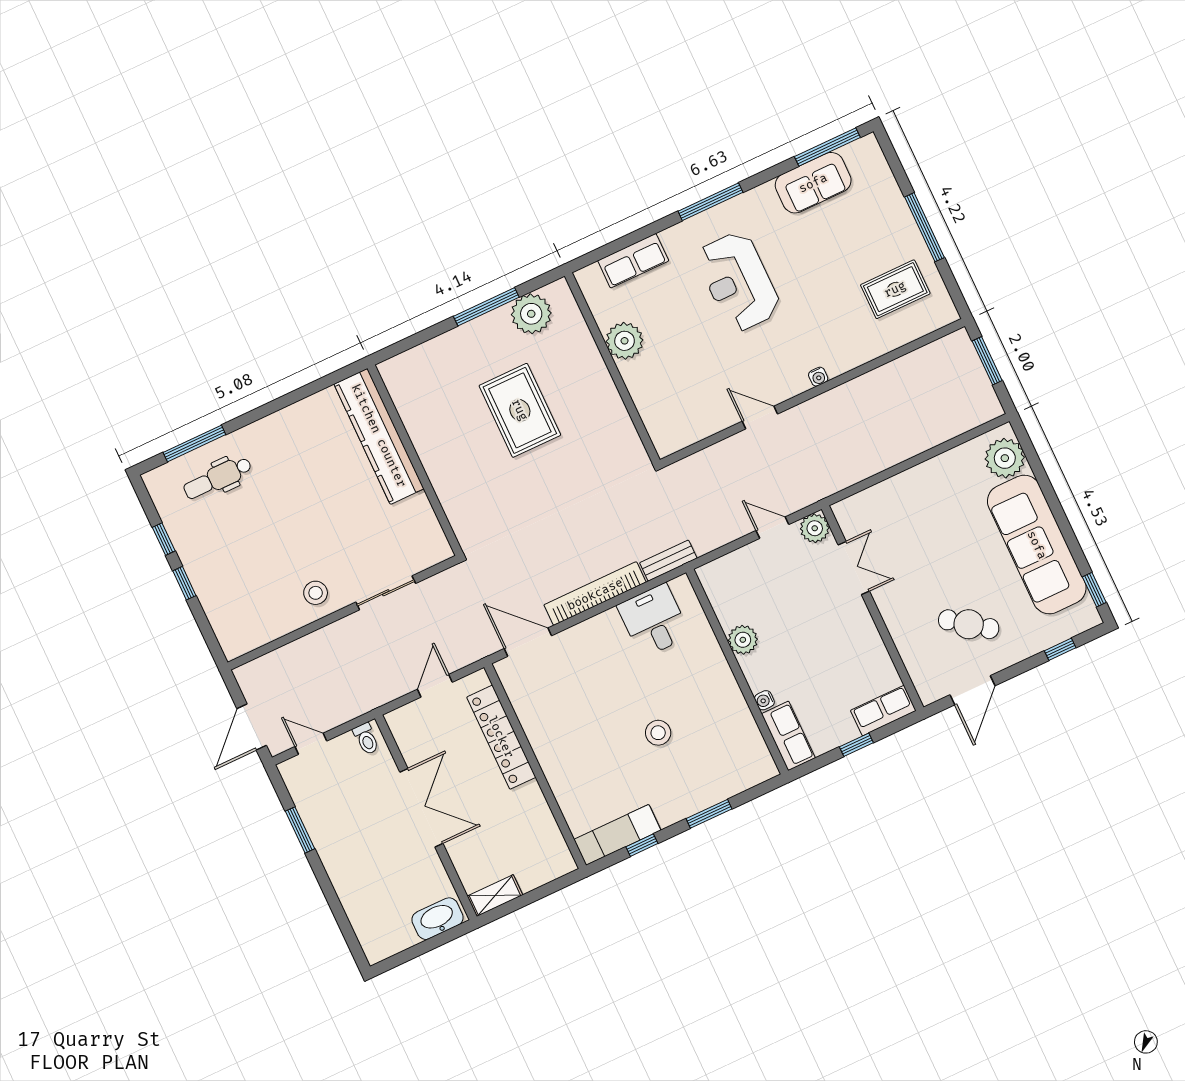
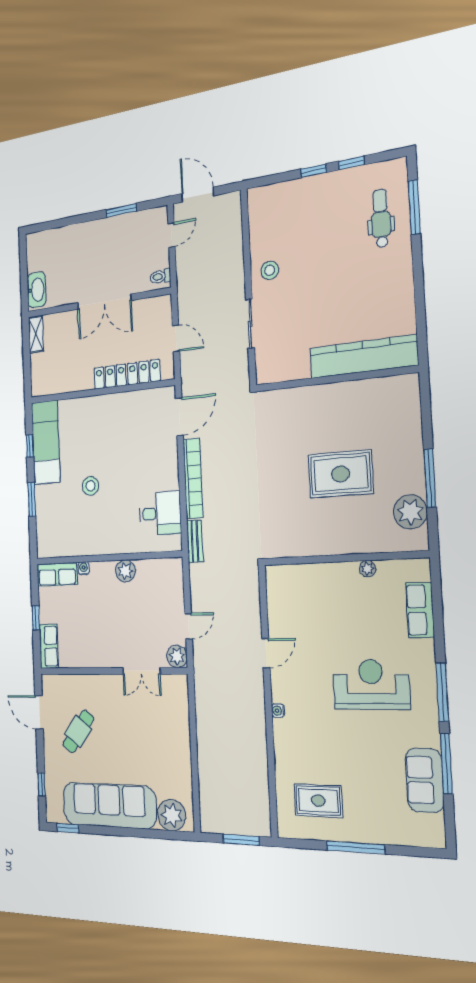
window: (827, 147) -> (446, 764), moved
rug: (895, 289) -> (318, 801), turned 90
plant: (625, 341) -> (368, 569), width x0.53, depth x0.53
exam couch: (617, 835) -> (46, 442), width x1.36, depth x1.45

